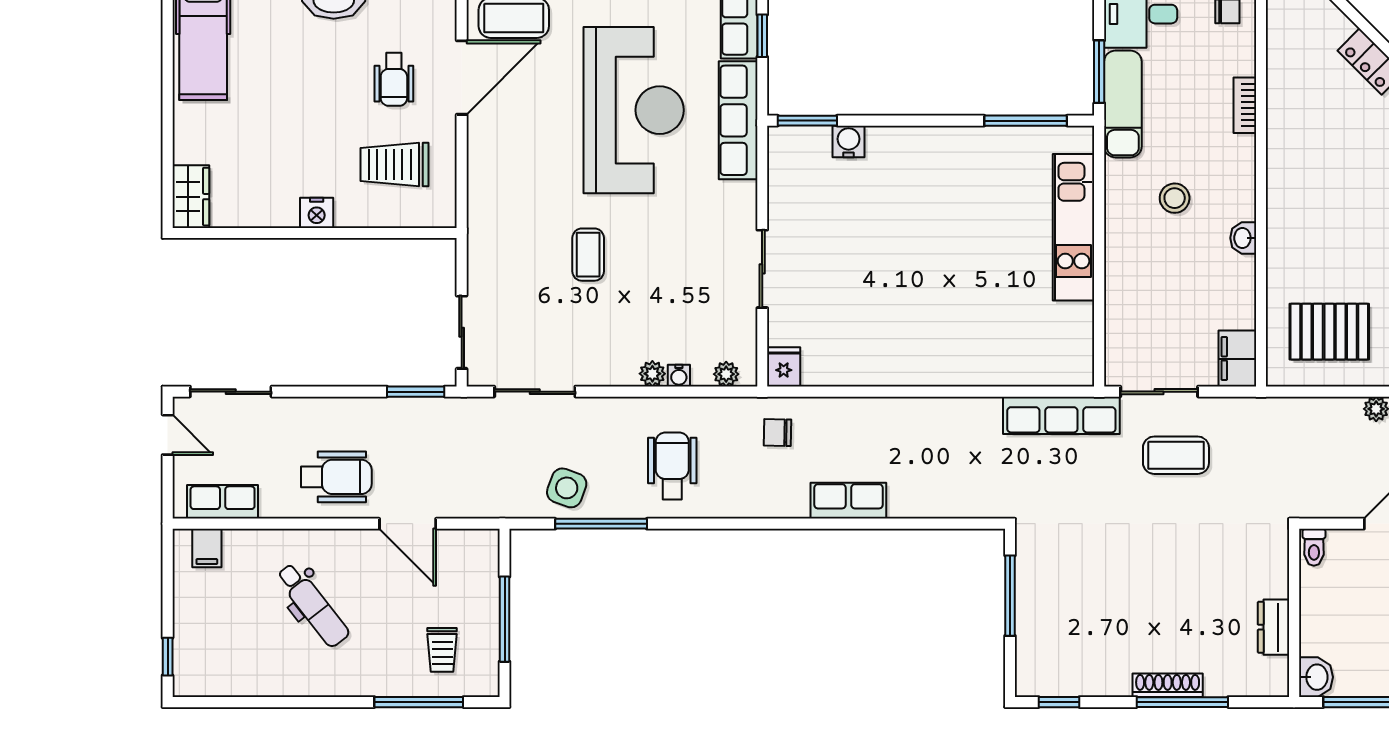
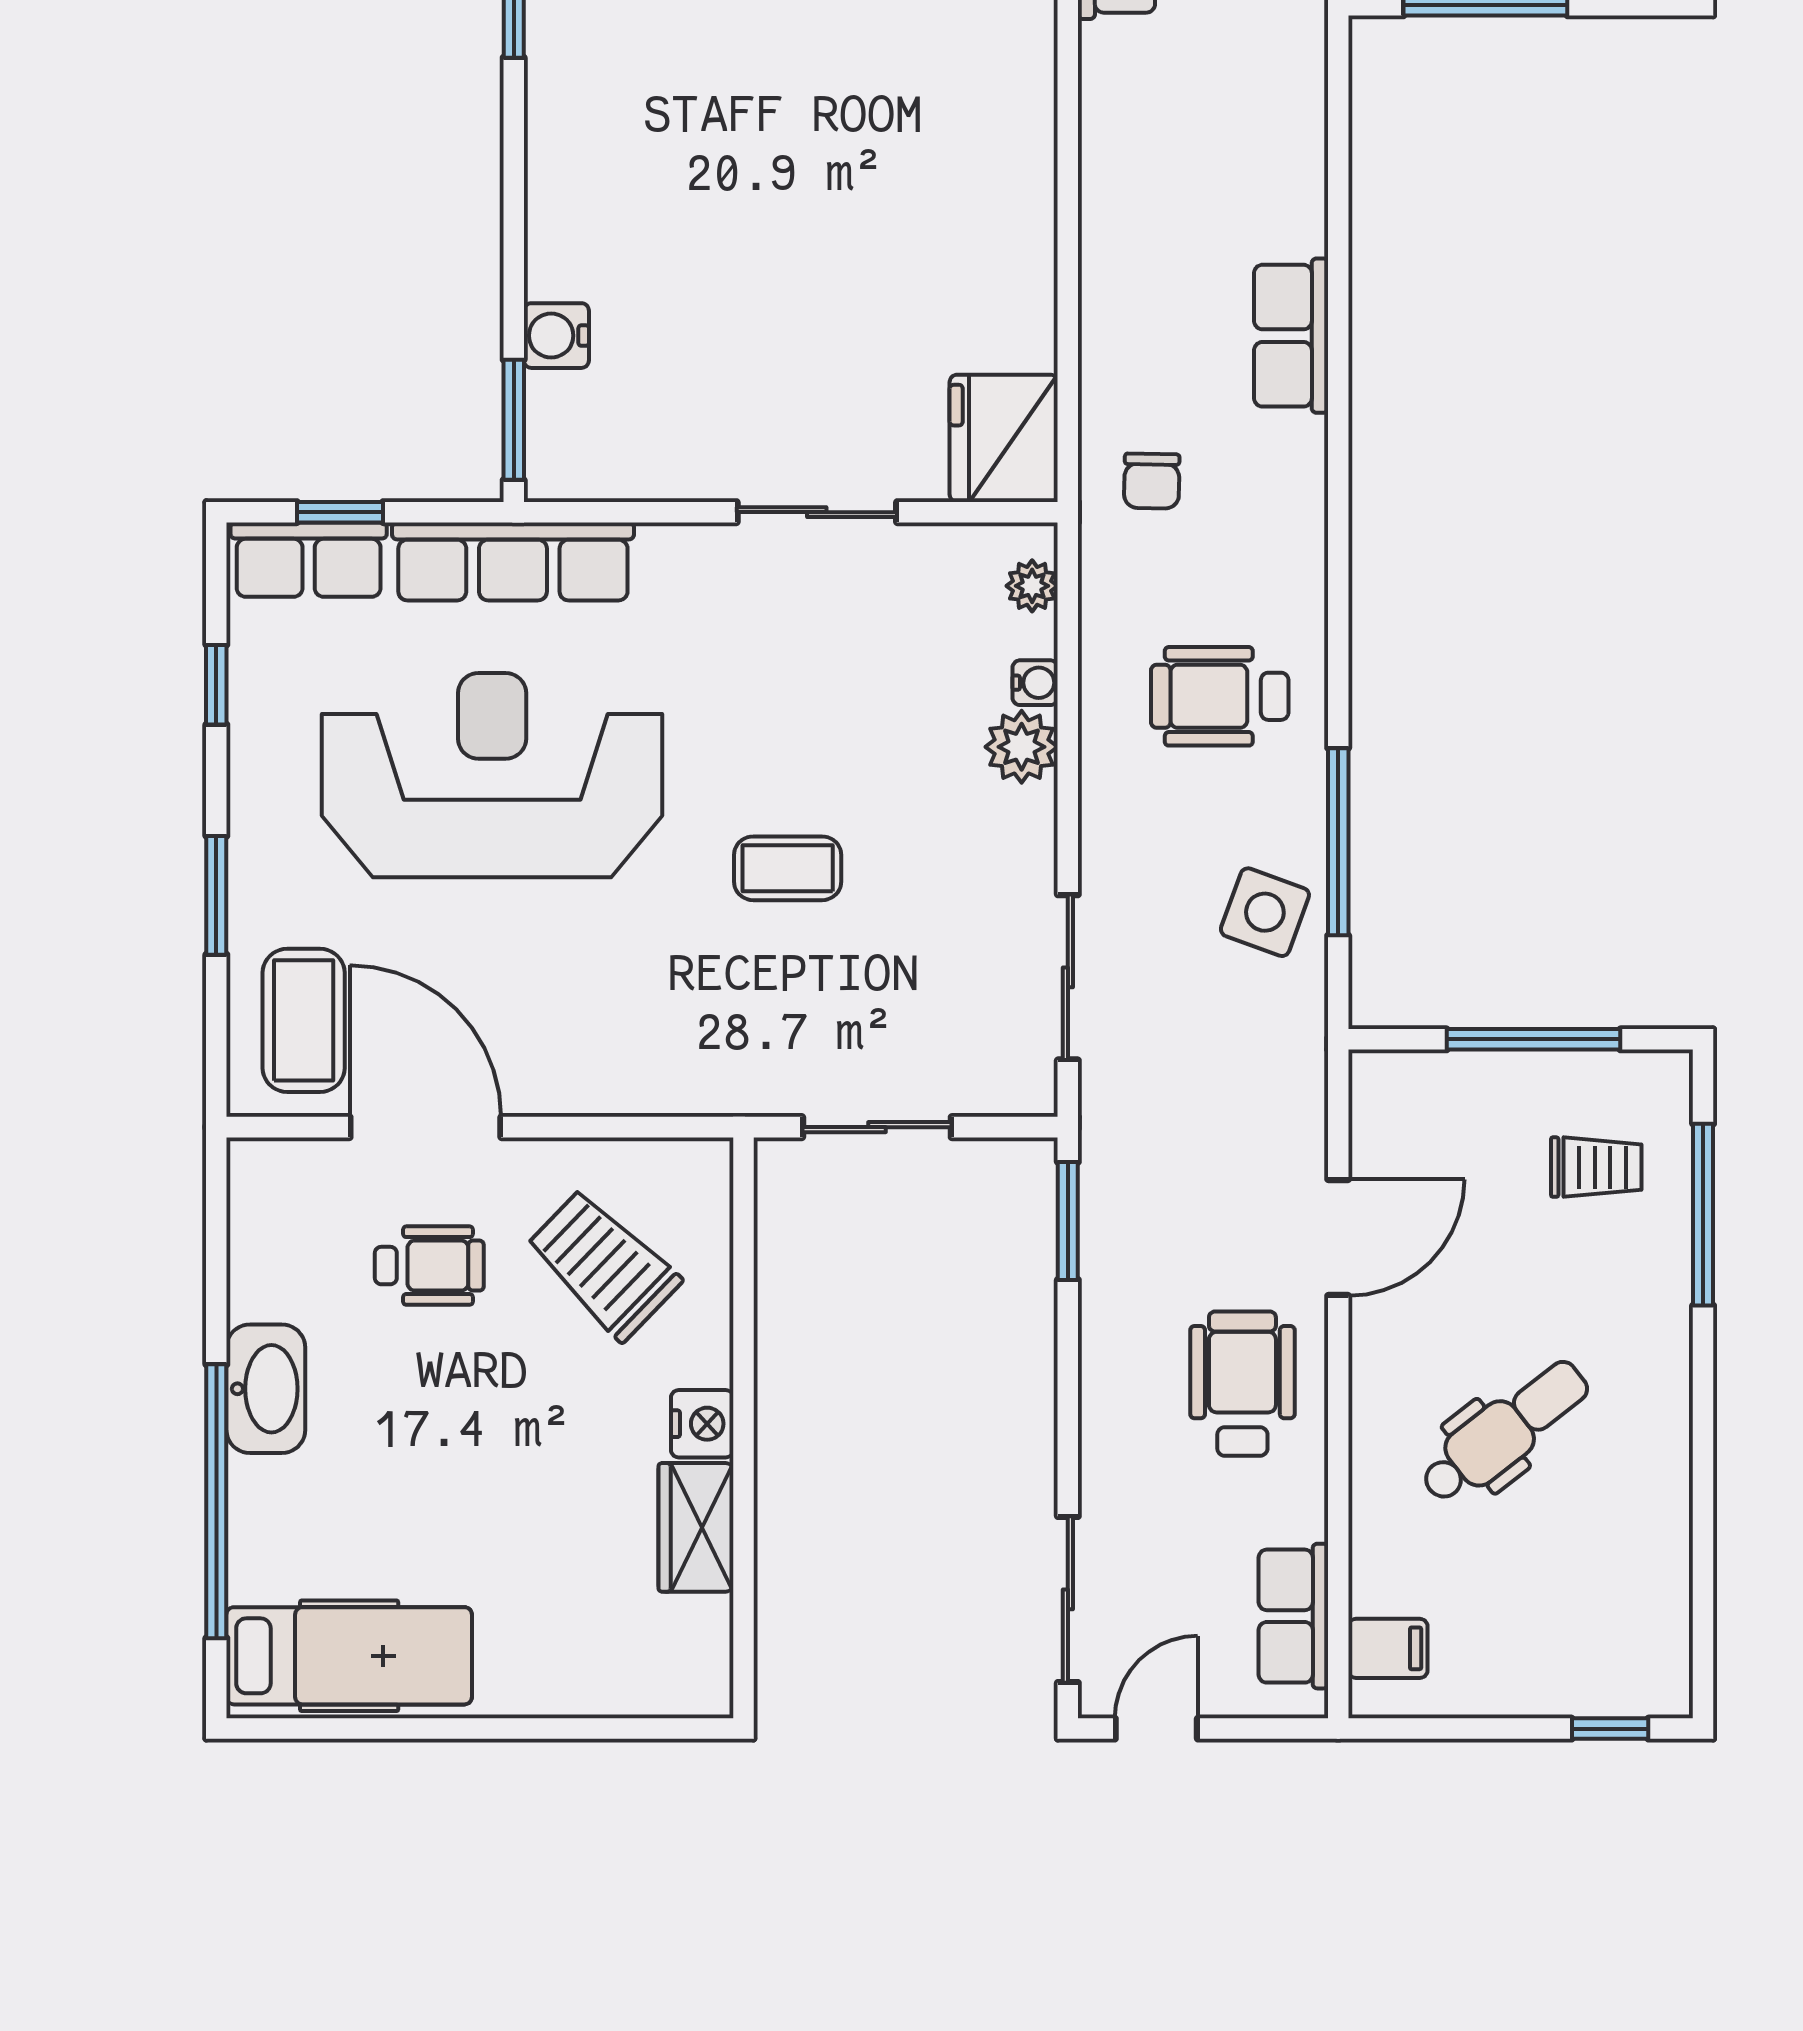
trolley: (395, 165) -> (603, 1264), turned 134
wardrobe: (191, 197) -> (696, 1527), moved, turned -90
sliding door: (462, 332) -> (877, 1127), moved
fridge: (784, 367) -> (1004, 438), width x1.88, depth x1.34
plant: (652, 374) -> (1022, 747), width x1.38, depth x1.38

